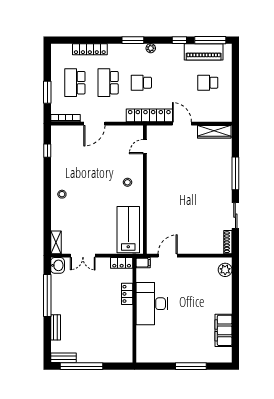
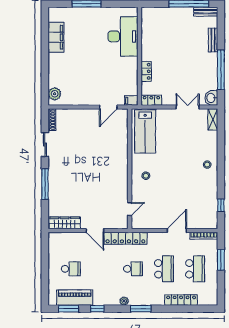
window: (210, 40) -> (69, 309), width x0.69
desk: (152, 304) -> (123, 36), moved

